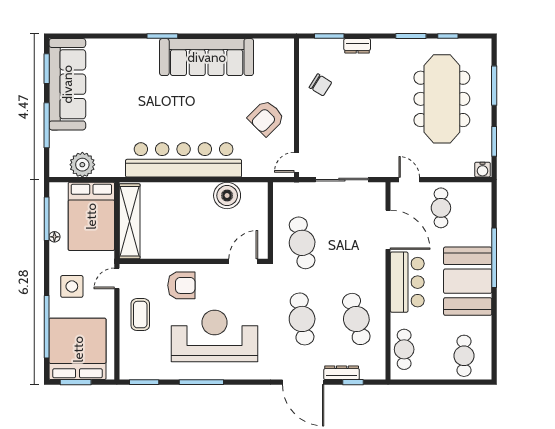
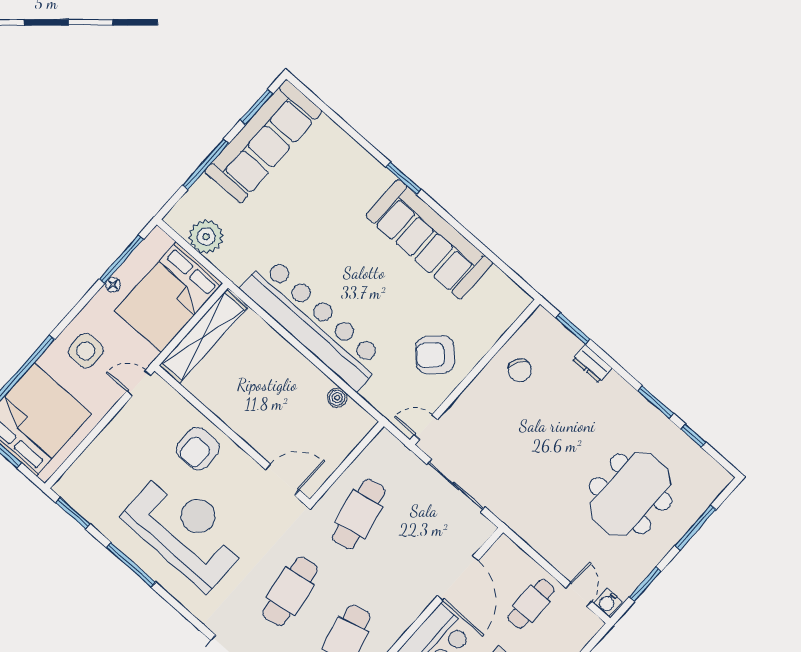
meeting table: (442, 99) -> (630, 494), width x0.73
door: (409, 180) -> (579, 595), moved
boiler: (227, 196) -> (337, 398), width x0.54, depth x0.54
armchair: (181, 285) -> (198, 449), turned 90
coffee table: (140, 315) -> (130, 441), removed

